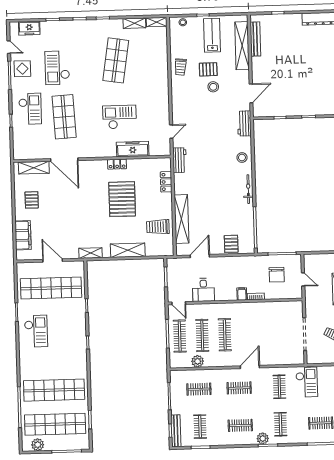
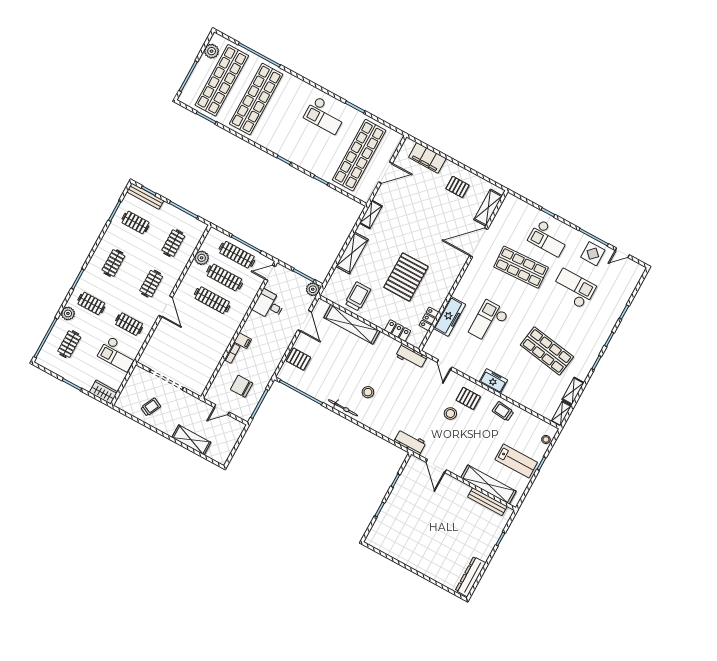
freezer: (29, 28) -> (493, 381), moved, turned 90
pallet: (208, 69) -> (468, 398), moved, turned 90
stool: (213, 87) -> (450, 414), moved
checkout: (119, 117) -> (489, 322), turned 180
stool: (242, 158) -> (368, 392), moved
locker: (117, 164) -> (429, 319), moved
pallet: (122, 199) -> (406, 277), turned 90
plant: (172, 264) -> (313, 289), added
plant: (263, 438) -> (68, 313), moved

